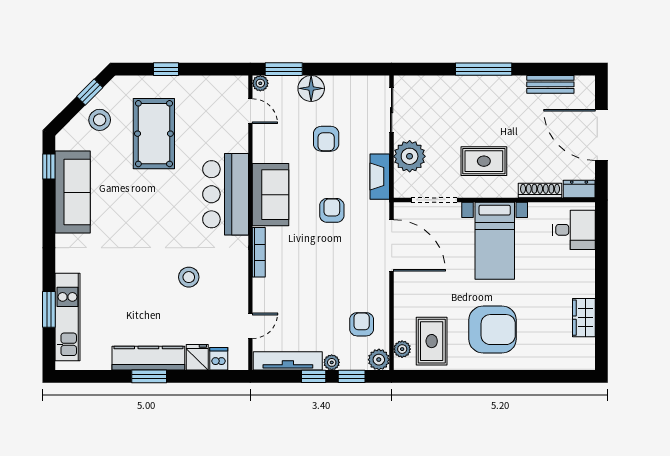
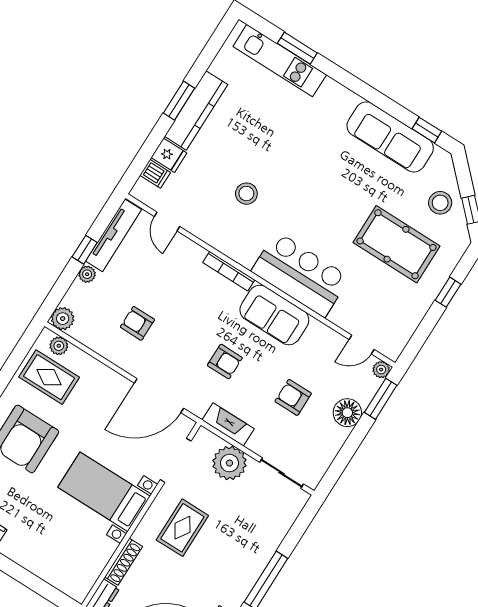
desk: (574, 230) -> (69, 570), removed
armchair: (362, 324) -> (137, 323), moved, turned 180
window: (352, 376) -> (63, 284), removed

